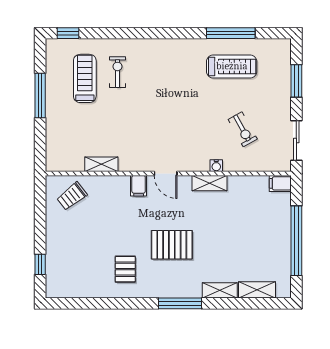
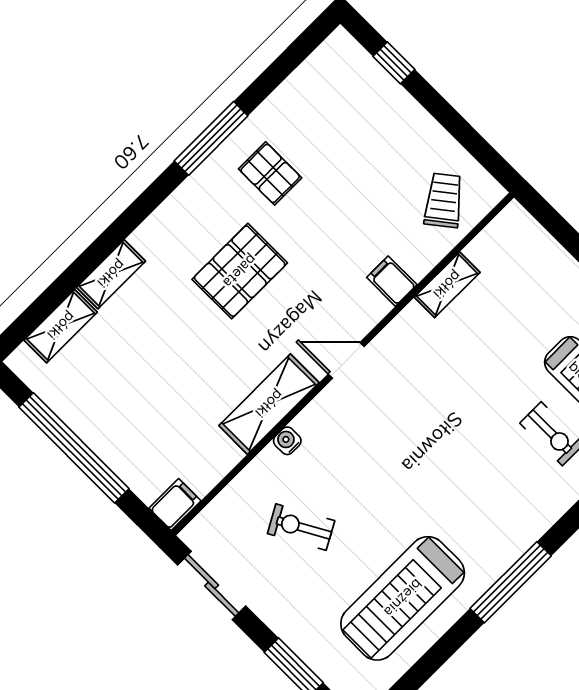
window: (231, 33) -> (511, 582), moved
treadmill: (232, 66) -> (403, 598), width x1.37, depth x1.38
shelving: (210, 183) -> (269, 404), width x1.50, depth x1.33
filing cabinet: (139, 186) -> (392, 281), moved
window: (180, 303) -> (211, 138), moved

